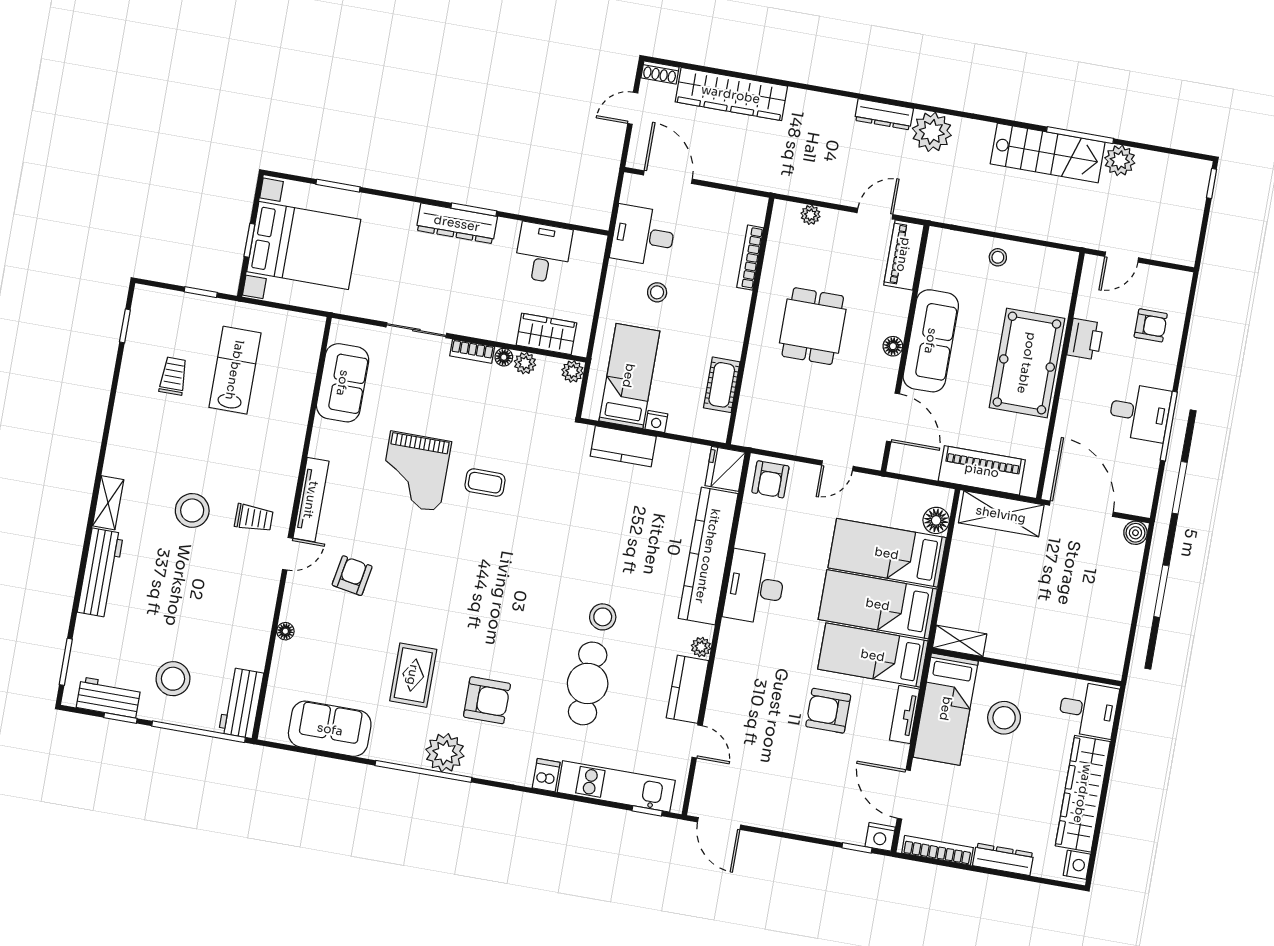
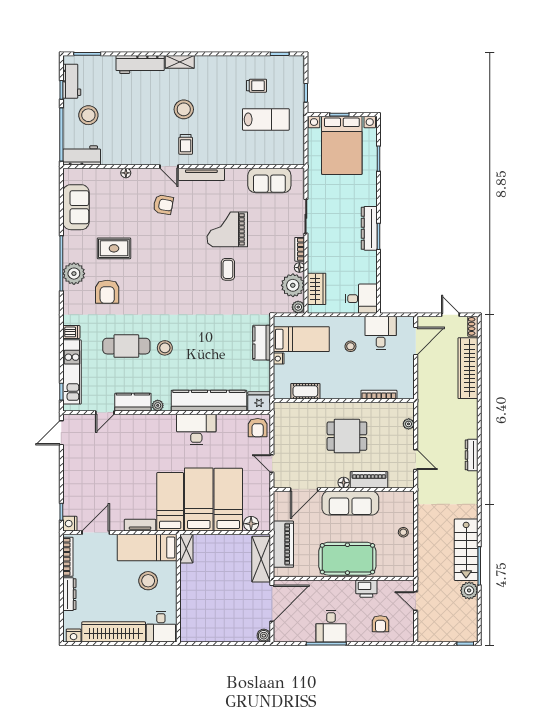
plant: (932, 132) -> (467, 483), removed
desk: (543, 253) -> (361, 299), moved
piano: (904, 255) -> (369, 480), moved
plant: (525, 363) -> (293, 285), width x1.87, depth x1.87
armchair: (770, 479) -> (258, 428), turned -90
armchair: (828, 711) -> (135, 482), removed

